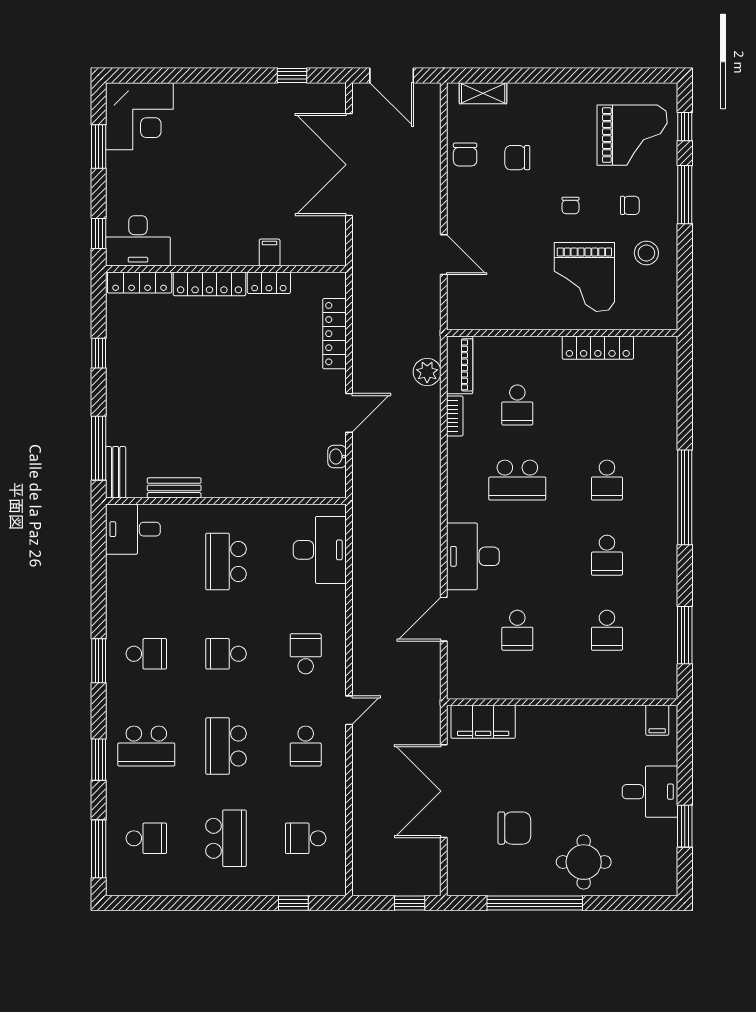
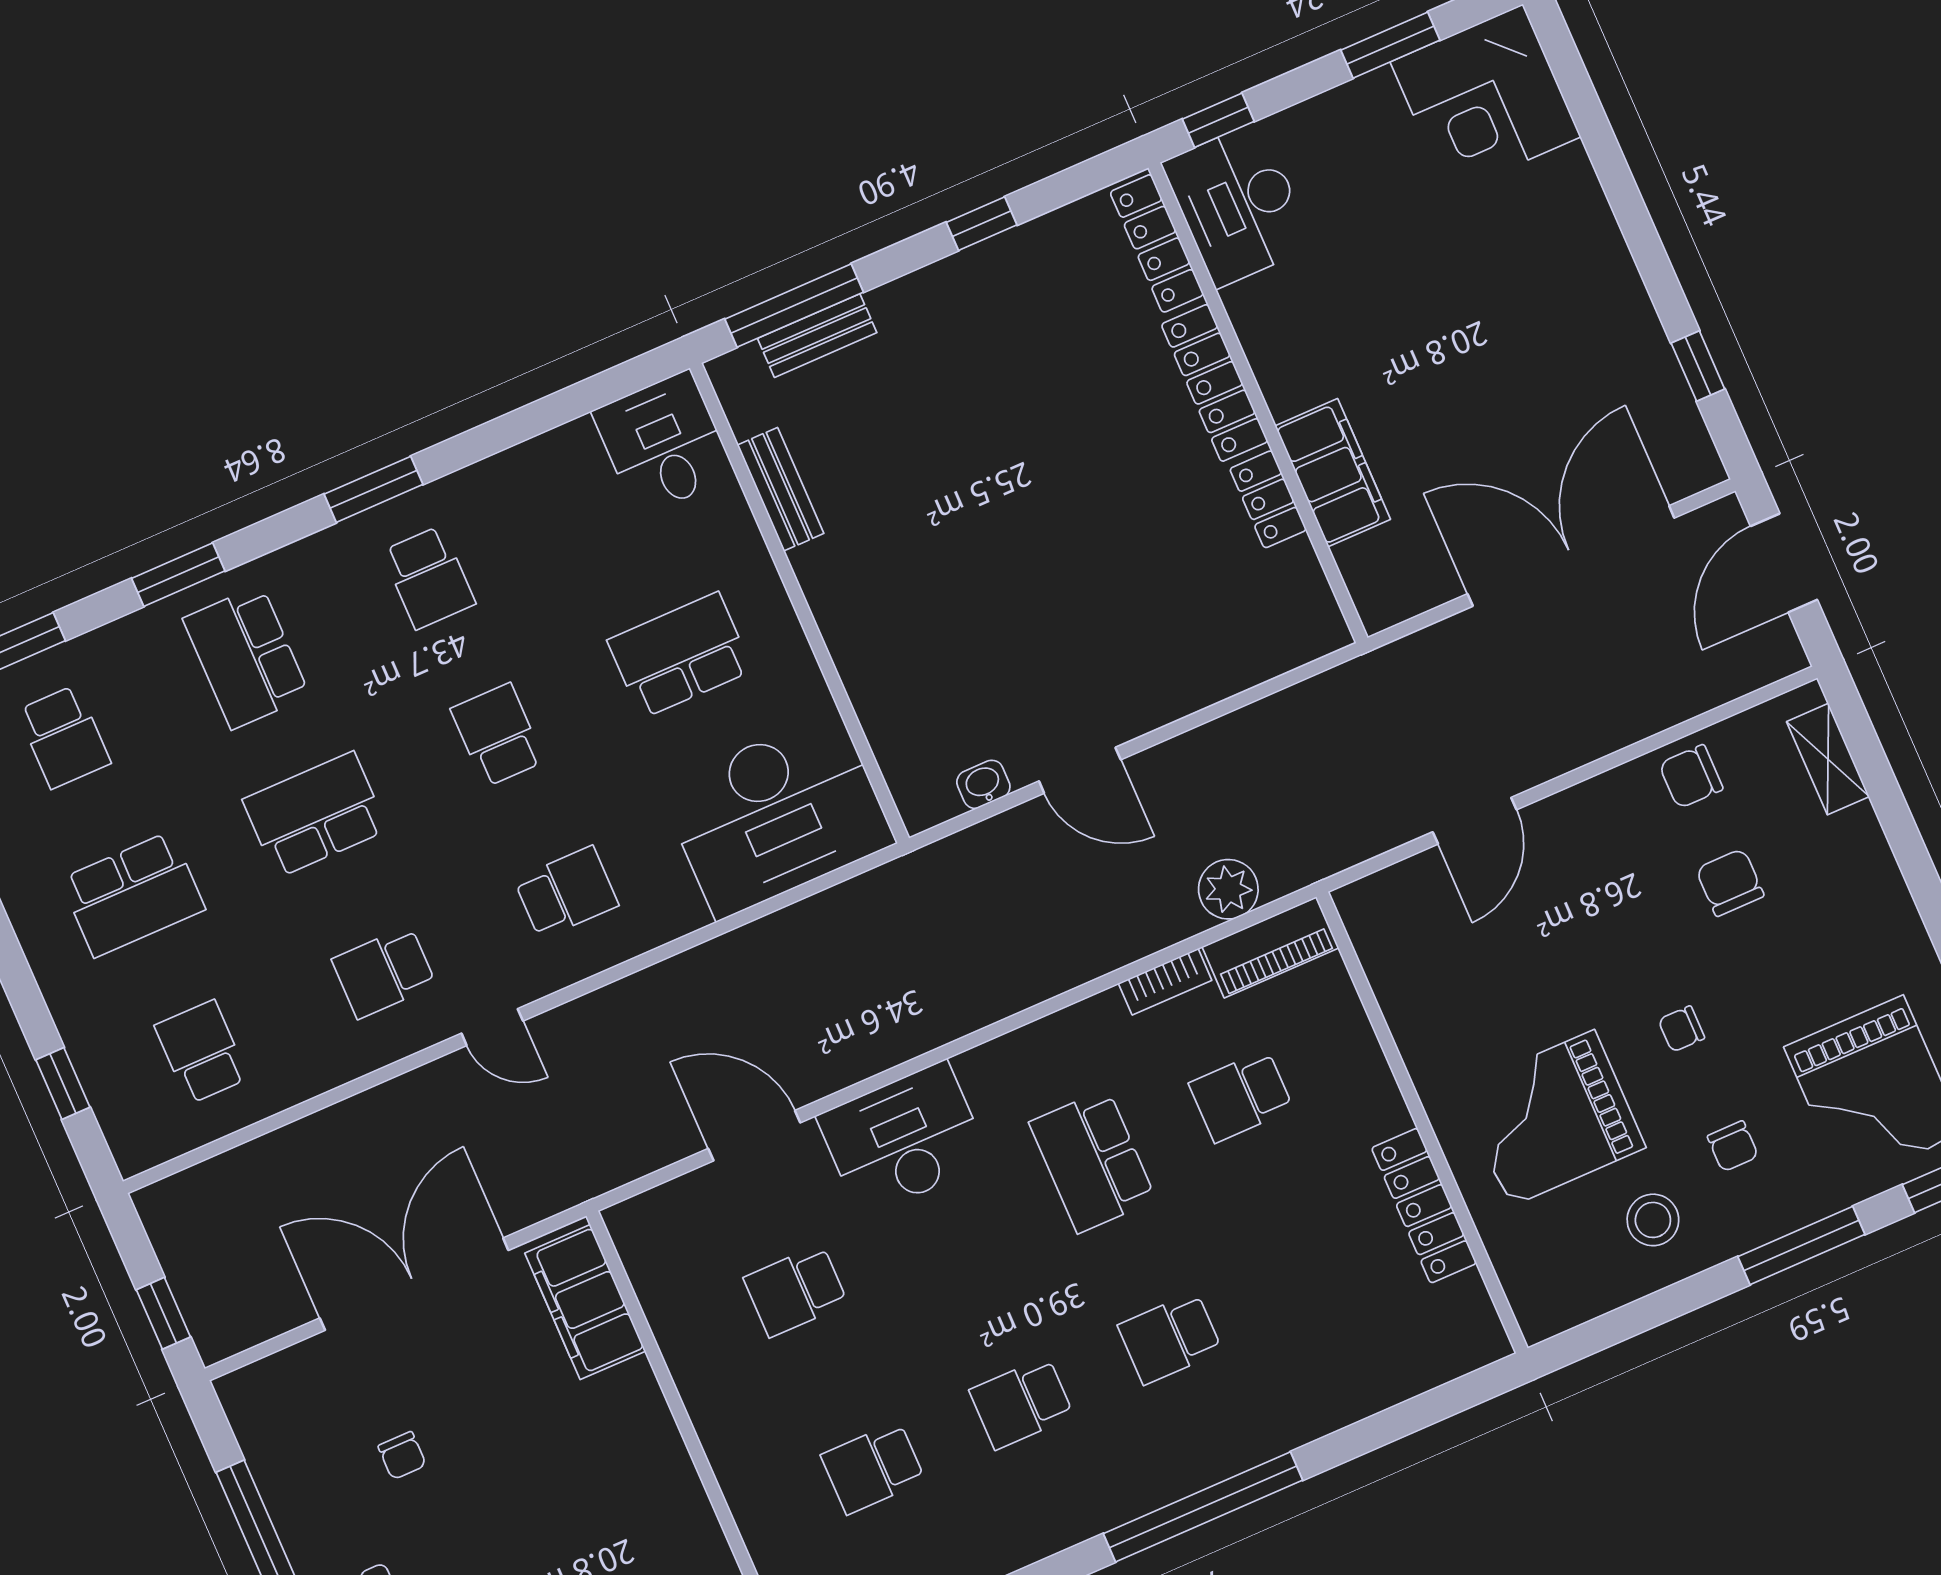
filing cabinet: (270, 253) -> (1333, 473), width x3.00, depth x1.17
locker: (335, 334) -> (1224, 673), removed
bench: (116, 472) -> (817, 336), moved
desk: (320, 550) -> (777, 815), width x1.36, depth x1.30
chair: (514, 828) -> (402, 1456), width x0.54, depth x0.54

